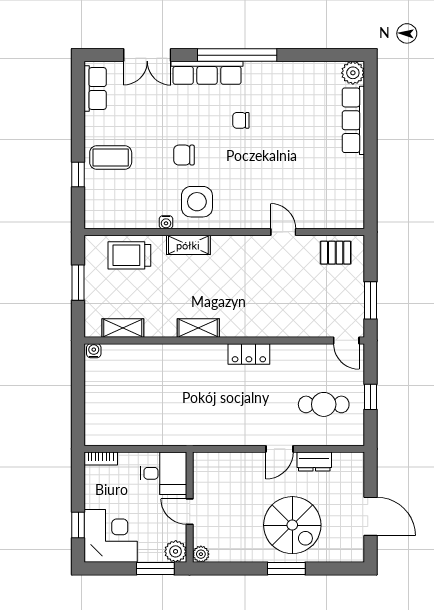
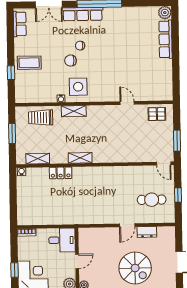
chair: (241, 120) -> (80, 46), moved
locker: (249, 354) -> (61, 173), moved
door: (190, 512) -> (77, 261), swing flipped

